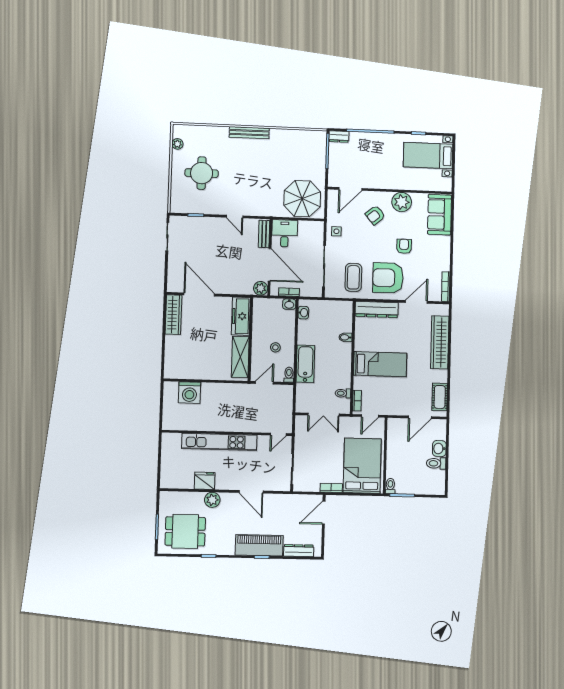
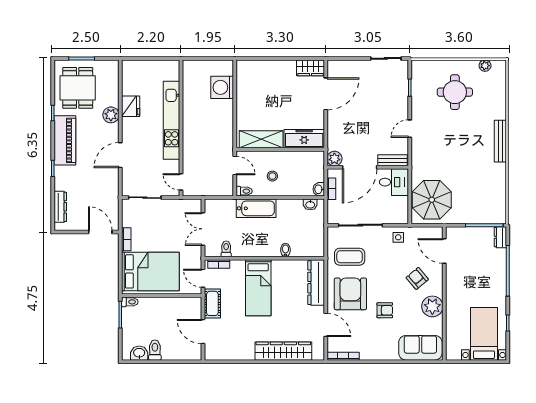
wardrobe: (174, 315) -> (310, 68), width x0.67
cot: (440, 397) -> (212, 303), moved, turned 90
washbasin: (439, 449) -> (139, 353), moved
piano: (259, 545) -> (65, 140), moved

